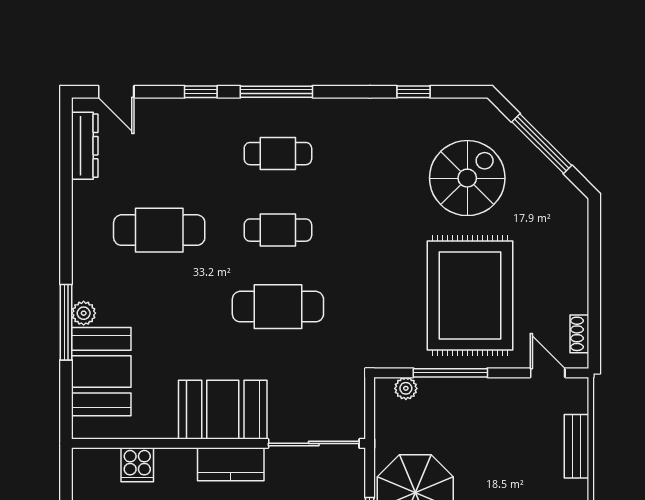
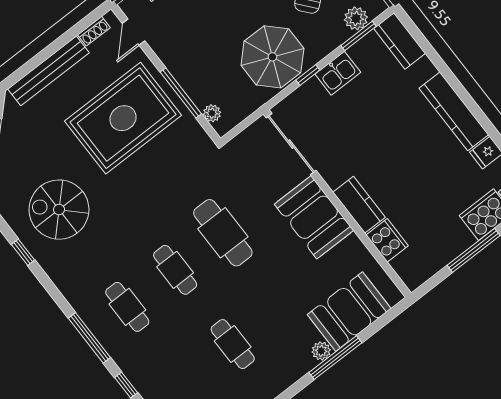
spiral stairs: (467, 178) -> (59, 210), moved
cafe table: (159, 230) -> (233, 344), width x0.73, depth x0.74
bench: (575, 258) -> (48, 71), added
kitchen counter: (231, 464) -> (359, 205), moved
cooker: (137, 465) -> (387, 240), width x1.36

